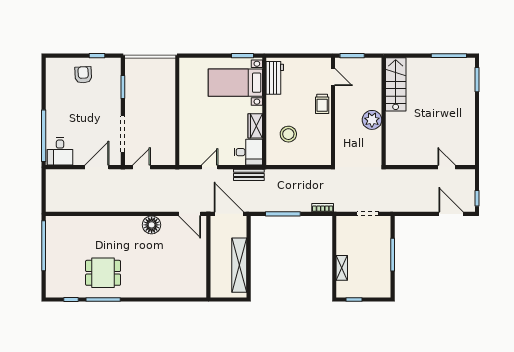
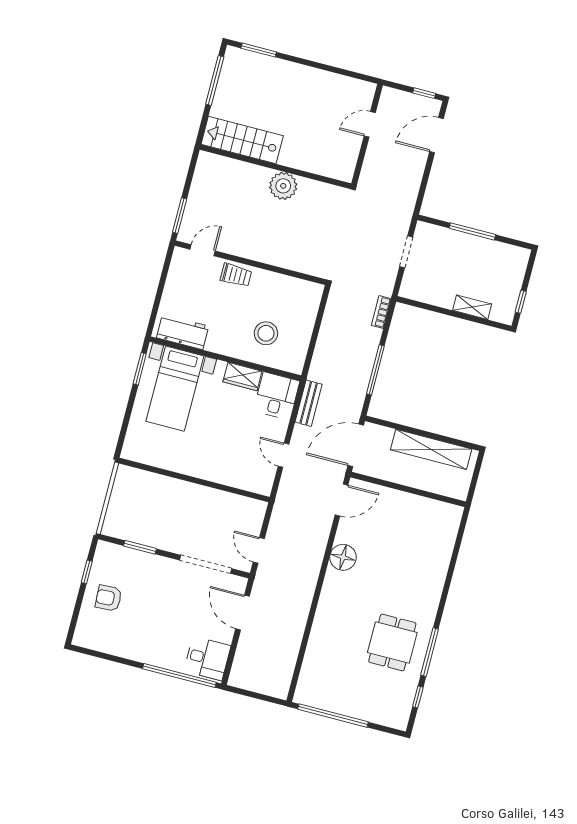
stairs: (396, 84) -> (242, 140), moved
wall: (384, 111) -> (276, 167), moved
plant: (372, 120) -> (283, 186), moved

